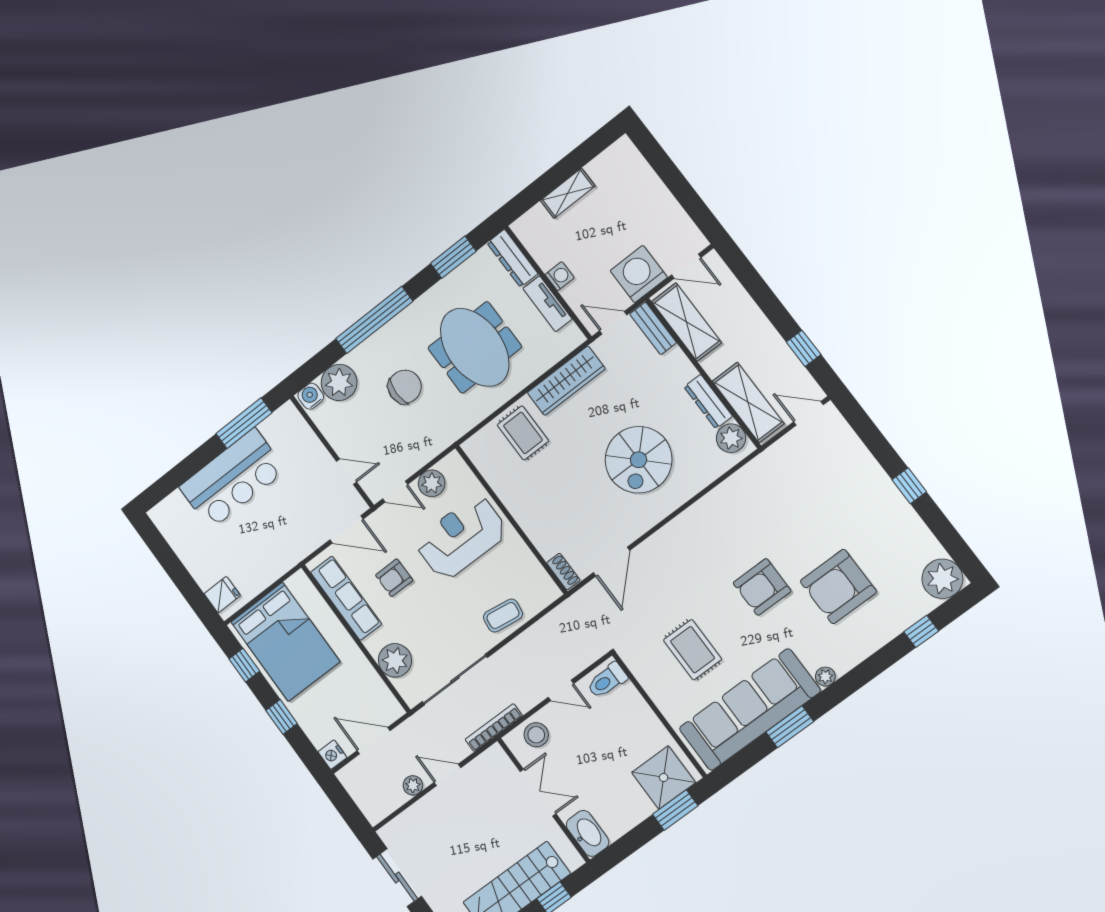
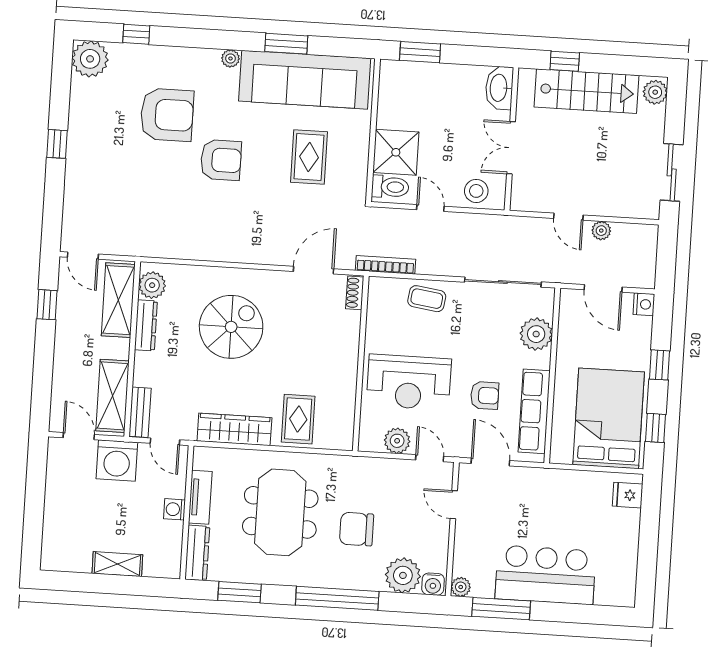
plant: (288, 413) -> (461, 587), added
bookcase: (494, 728) -> (386, 265), moved, turned 180
shower: (664, 777) -> (396, 152), moved

